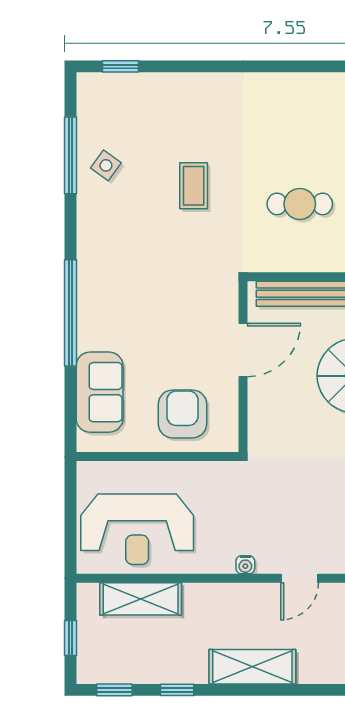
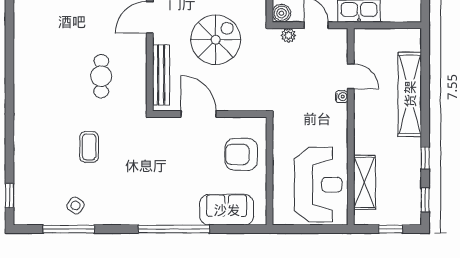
coffee table: (194, 186) -> (89, 147), turned 90
water cooler: (245, 565) -> (342, 97), moved
shelving: (252, 667) -> (410, 94), width x1.47

